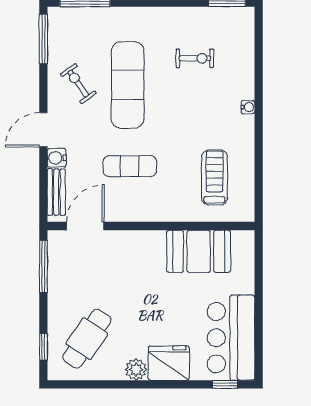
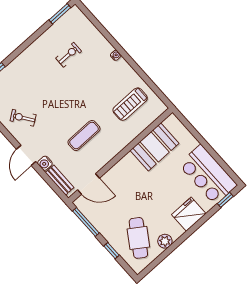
exercise mat: (128, 85) -> (48, 97), removed
treadmill: (214, 178) -> (130, 104), turned -90
door: (85, 226) -> (88, 184), swing flipped
window: (43, 347) -> (112, 251), moved
plant: (136, 370) -> (165, 241), moved

